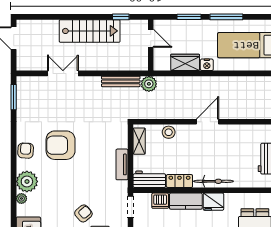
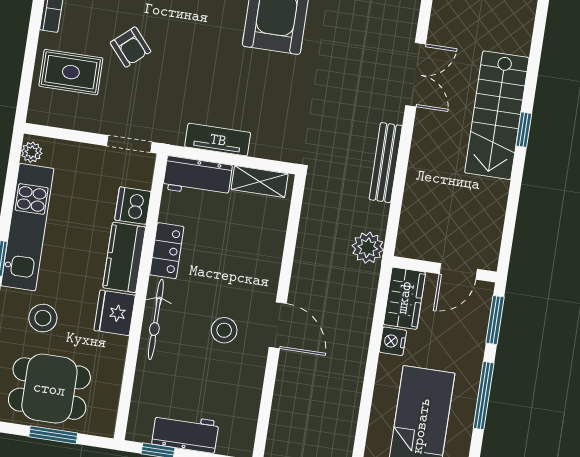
window: (121, 17) -> (524, 130), moved
door: (151, 38) -> (458, 271), moved
wall: (151, 45) -> (444, 269), moved
double door: (63, 73) -> (416, 75), moved
plant: (149, 84) -> (368, 248), moved
stool: (169, 132) -> (224, 330), moved
workbench: (149, 179) -> (198, 177), moved, turned 90

